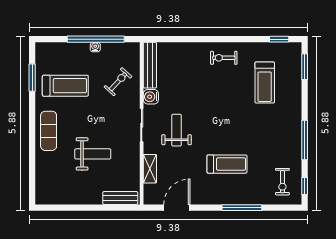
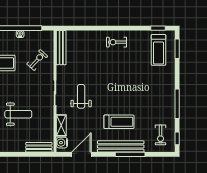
treadmill: (265, 83) -> (158, 50), moved
water cooler: (151, 97) -> (62, 143), moved
bench: (229, 197) -> (121, 146), added

